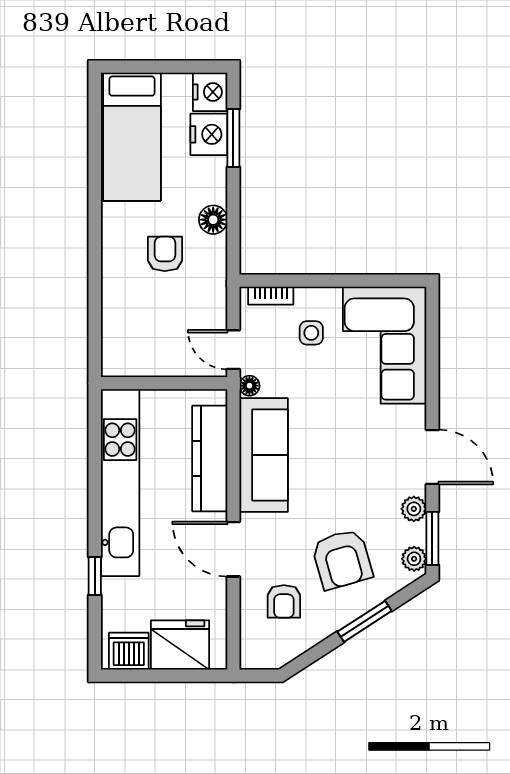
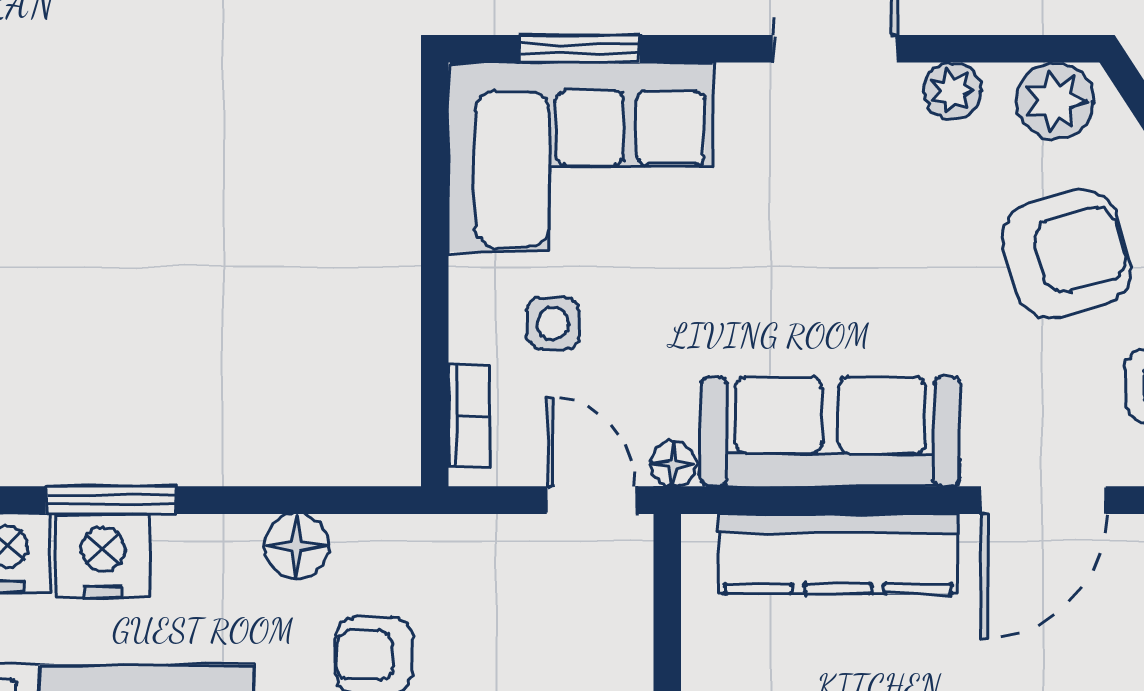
door: (233, 350) -> (591, 500), swing flipped
window: (432, 538) -> (580, 49), moved
plant: (414, 559) -> (1055, 101), width x1.38, depth x1.38

